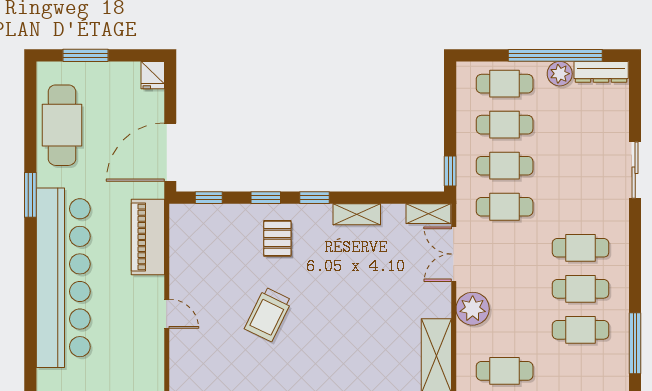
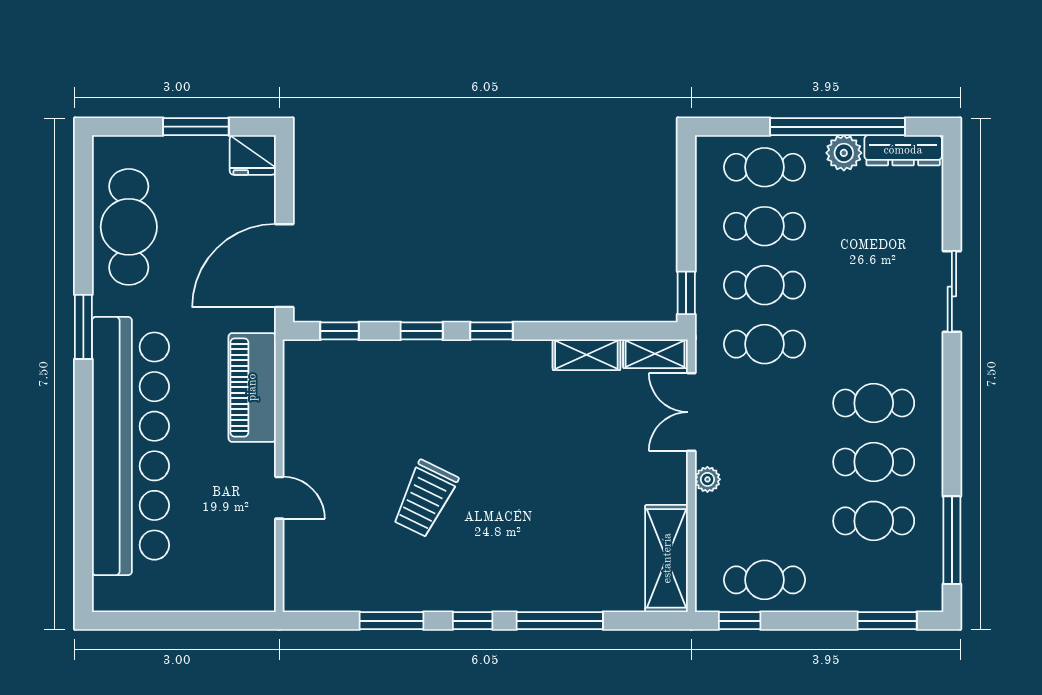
window: (86, 55) -> (196, 127), moved
fridge: (153, 75) -> (253, 155), width x1.38
shelving: (357, 214) -> (586, 355), moved
pallet: (277, 238) -> (438, 390), removed
plant: (473, 309) -> (707, 479), width x0.53, depth x0.53

